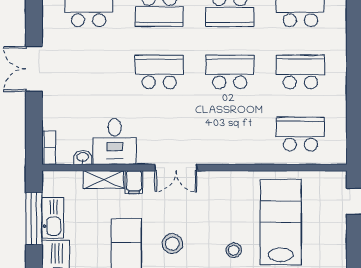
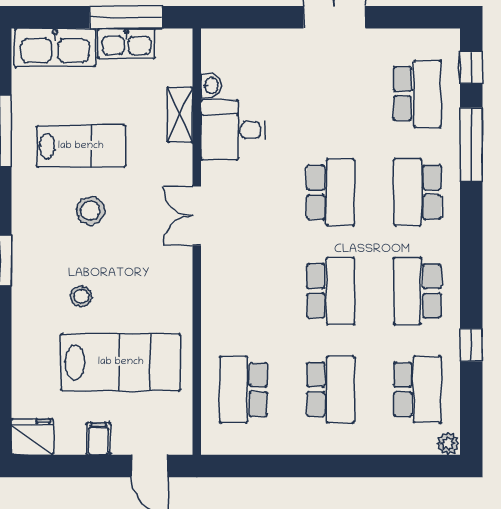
school desk: (300, 134) -> (244, 389), turned 180
bookcase: (49, 148) -> (225, 38), removed
filing cabinet: (134, 182) -> (99, 439), moved, turned 90

